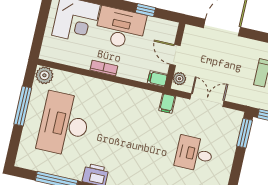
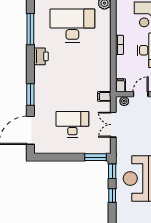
double door: (207, 100) -> (113, 125), swing flipped
desk: (194, 154) -> (72, 124), width x1.37

